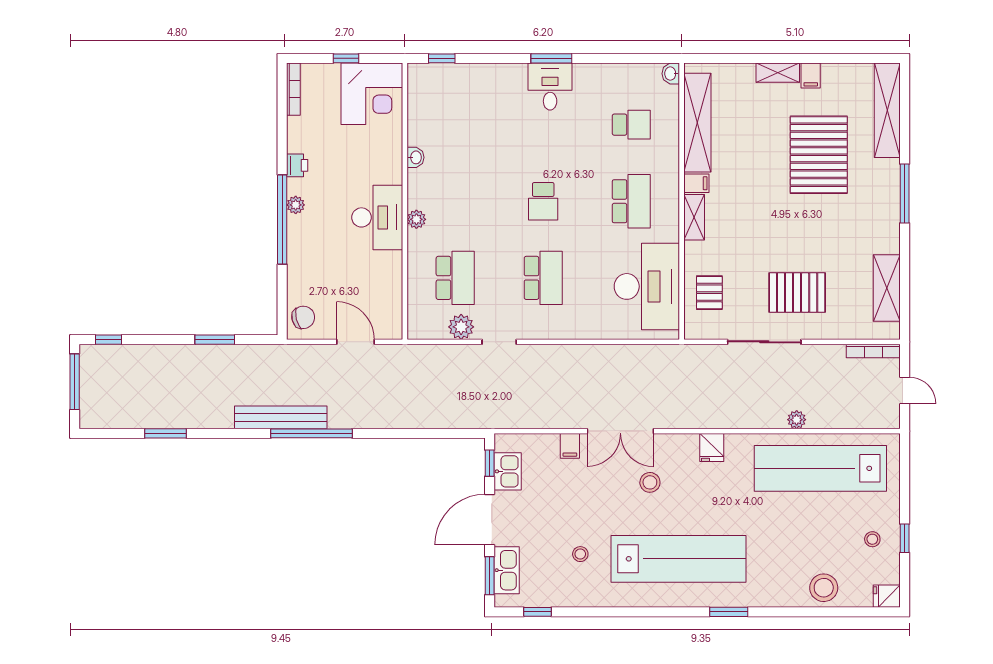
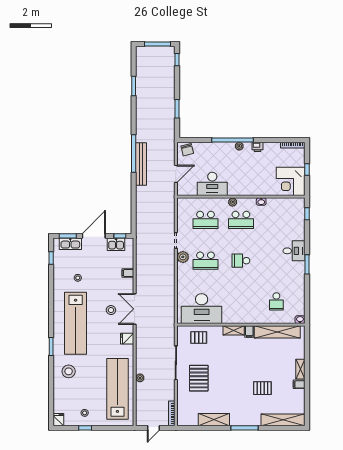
desk: (550, 87) -> (294, 251), moved
pallet: (819, 155) -> (262, 388), width x0.49, depth x0.50
school desk: (631, 201) -> (241, 220), moved
desk: (377, 217) -> (212, 184), moved
shelving: (887, 288) -> (214, 420), moved
plant: (461, 327) -> (183, 257), moved
bench: (281, 417) -> (141, 164), moved
double door: (620, 431) -> (135, 309), moved
door: (490, 520) -> (94, 236), hinge flipped
stool: (824, 588) -> (69, 371), moved

